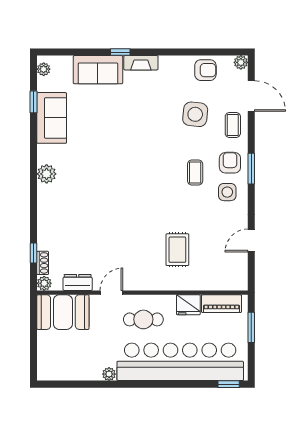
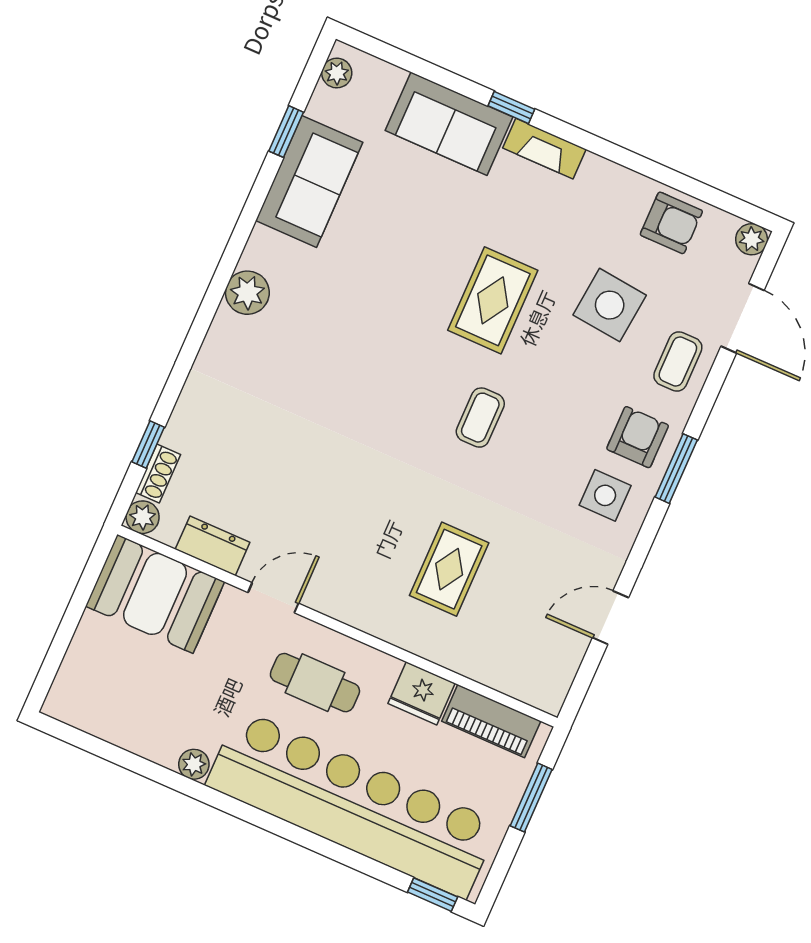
rug: (147, 133) -> (493, 300), added
coffee table: (195, 172) -> (480, 418), moved

